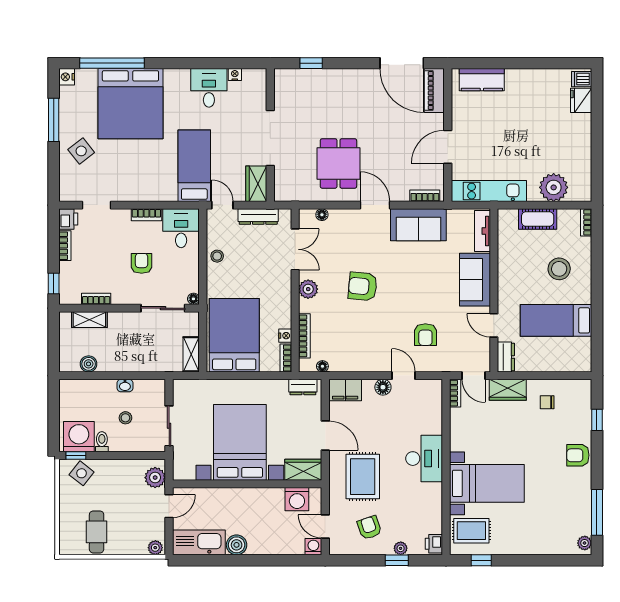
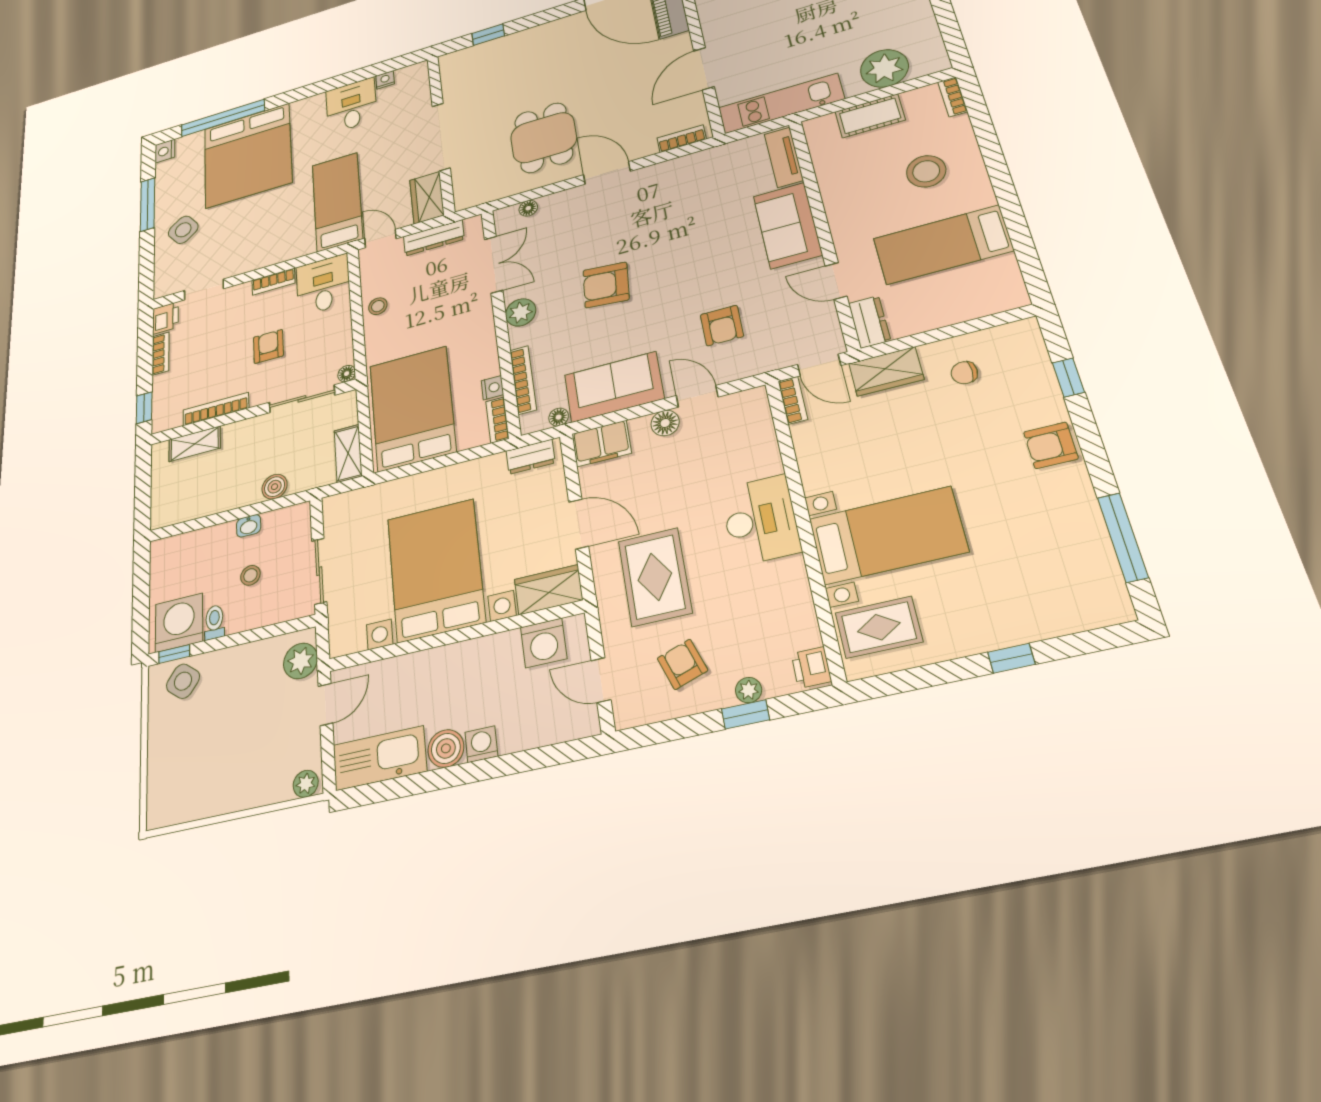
sofa: (418, 225) -> (614, 387), moved, turned 180
bookcase: (96, 299) -> (216, 409), width x1.56
boiler: (89, 364) -> (275, 487), moved
cafe table: (97, 532) -> (207, 777), removed
plant: (585, 543) -> (1116, 600), removed
washing machine: (313, 547) -> (481, 744), moved
window: (481, 560) -> (1011, 658), moved

